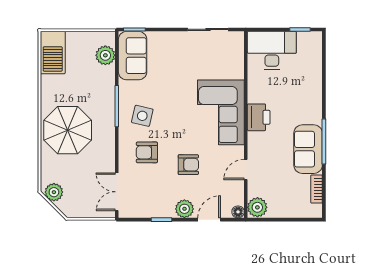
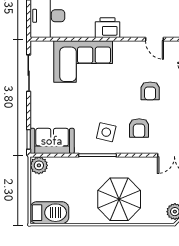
plant: (105, 55) -> (39, 165), moved
corner sofa: (221, 112) -> (83, 62), moved
armchair: (188, 165) -> (150, 91), turned 180

